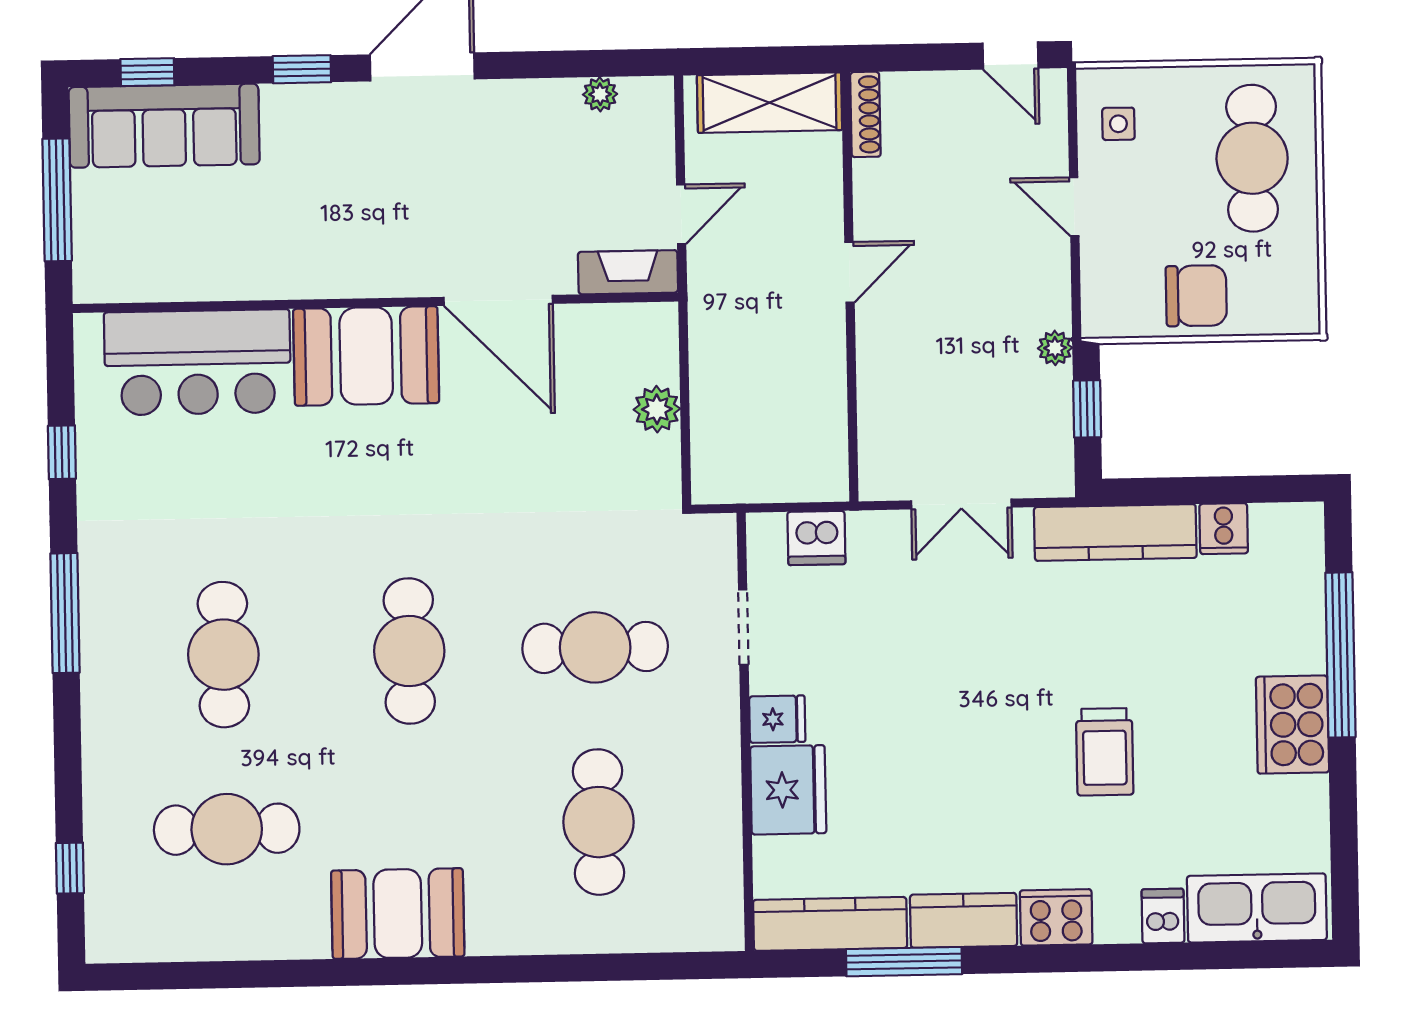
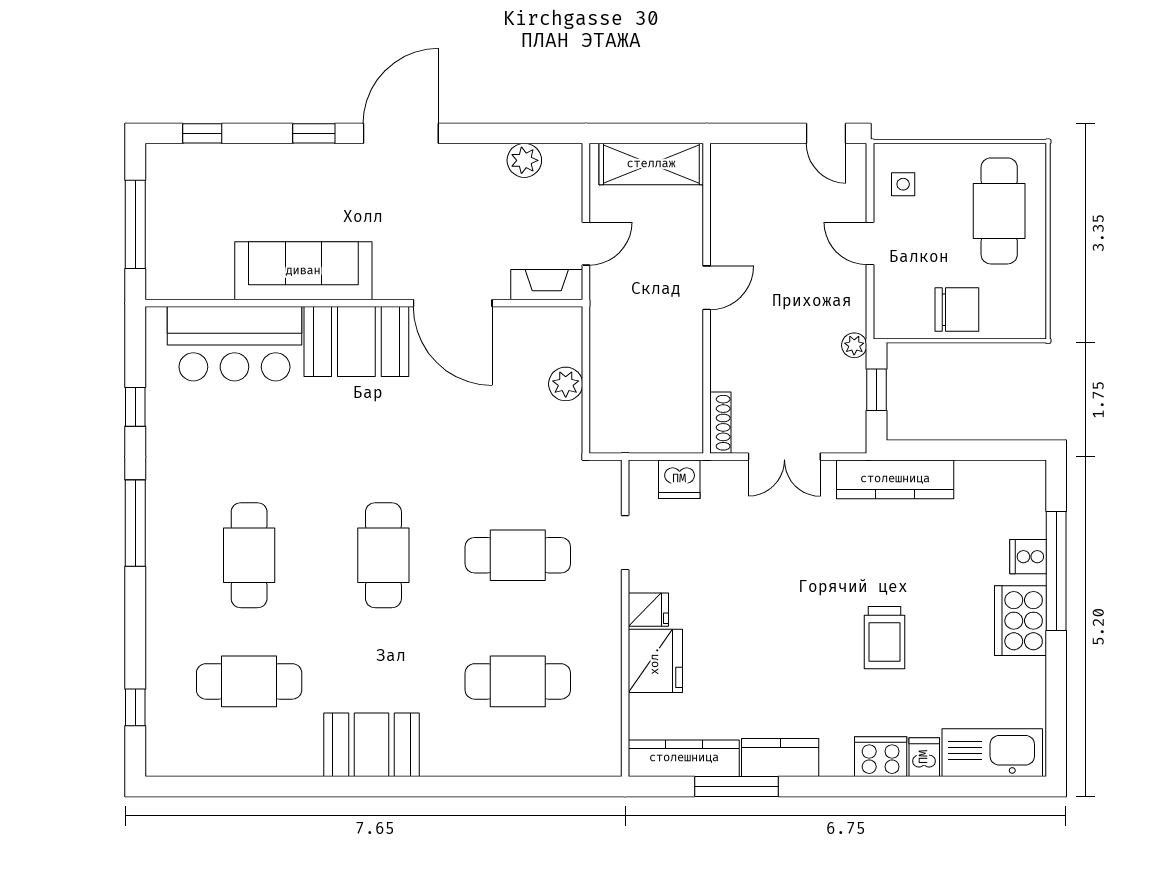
plant: (600, 94) -> (524, 160), width x1.38, depth x1.38
shoe rack: (865, 114) -> (720, 423), moved
sofa: (164, 126) -> (303, 271), moved, turned 180
cooker: (1224, 529) -> (1028, 557), moved, turned 90
cafe table: (598, 822) -> (518, 681), turned 90
cooker: (1056, 917) -> (881, 757), moved

